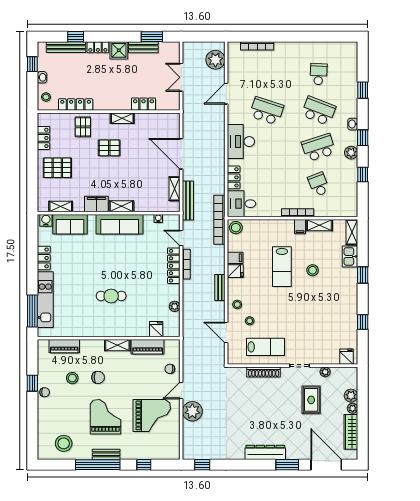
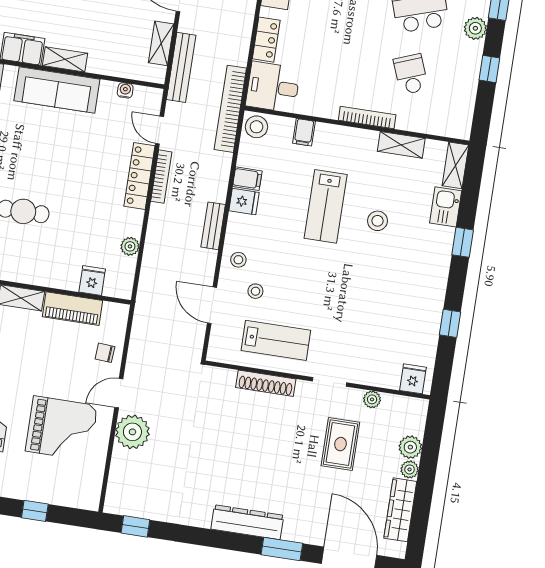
filing cabinet: (300, 227) -> (304, 132), moved

